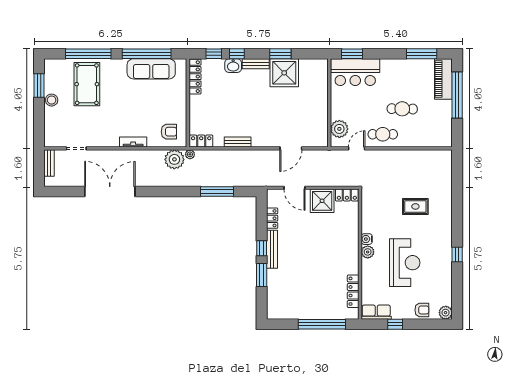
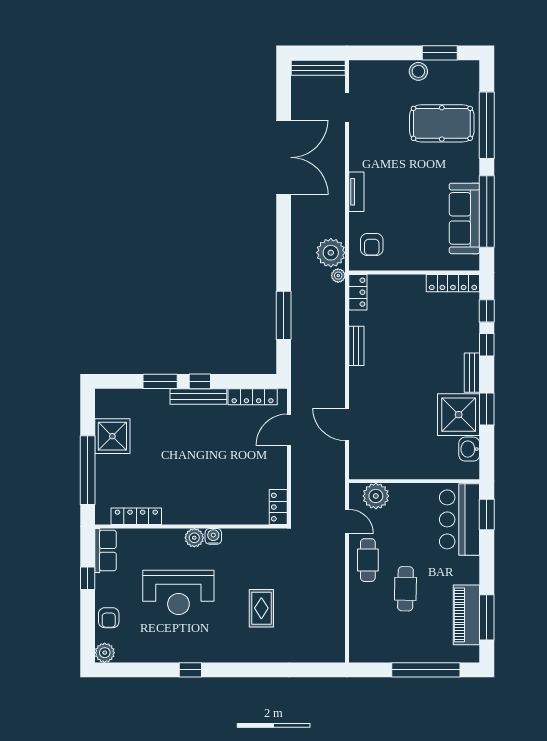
washbasin: (233, 66) -> (469, 449), moved
piano: (443, 79) -> (466, 615), moved, turned -90
bench: (49, 163) -> (318, 68), width x1.36
shower: (322, 201) -> (112, 436), moved
locker: (272, 218) -> (253, 397), width x1.53

